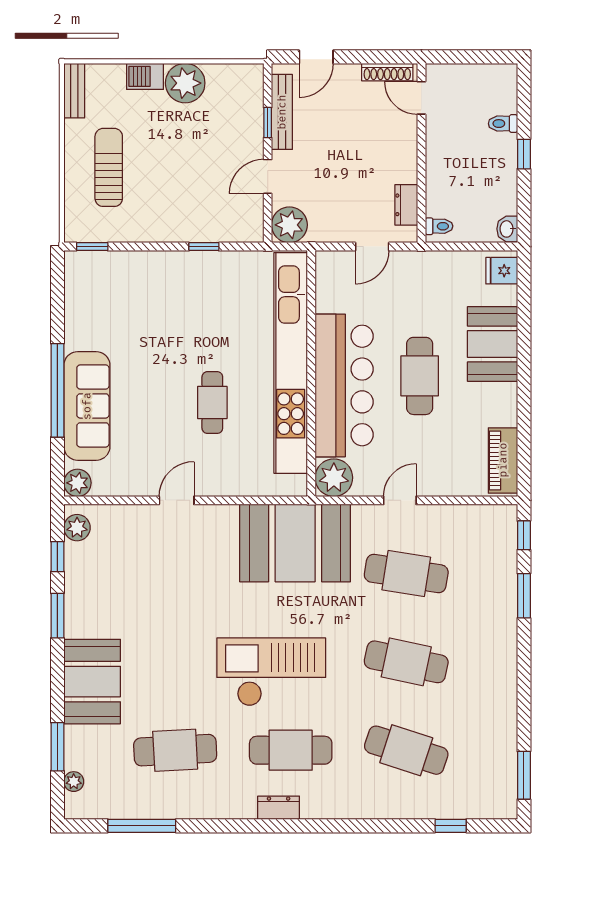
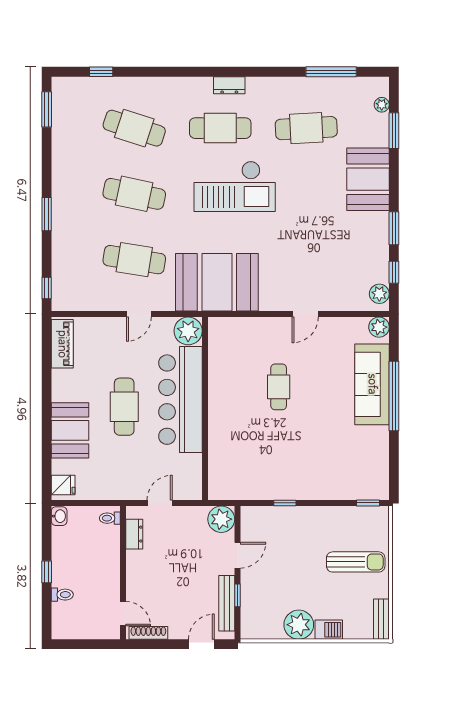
sun lounger: (109, 167) -> (356, 562), turned -90
kitchen unit: (291, 363) -> (220, 416), removed
window: (524, 596) -> (47, 214), moved

